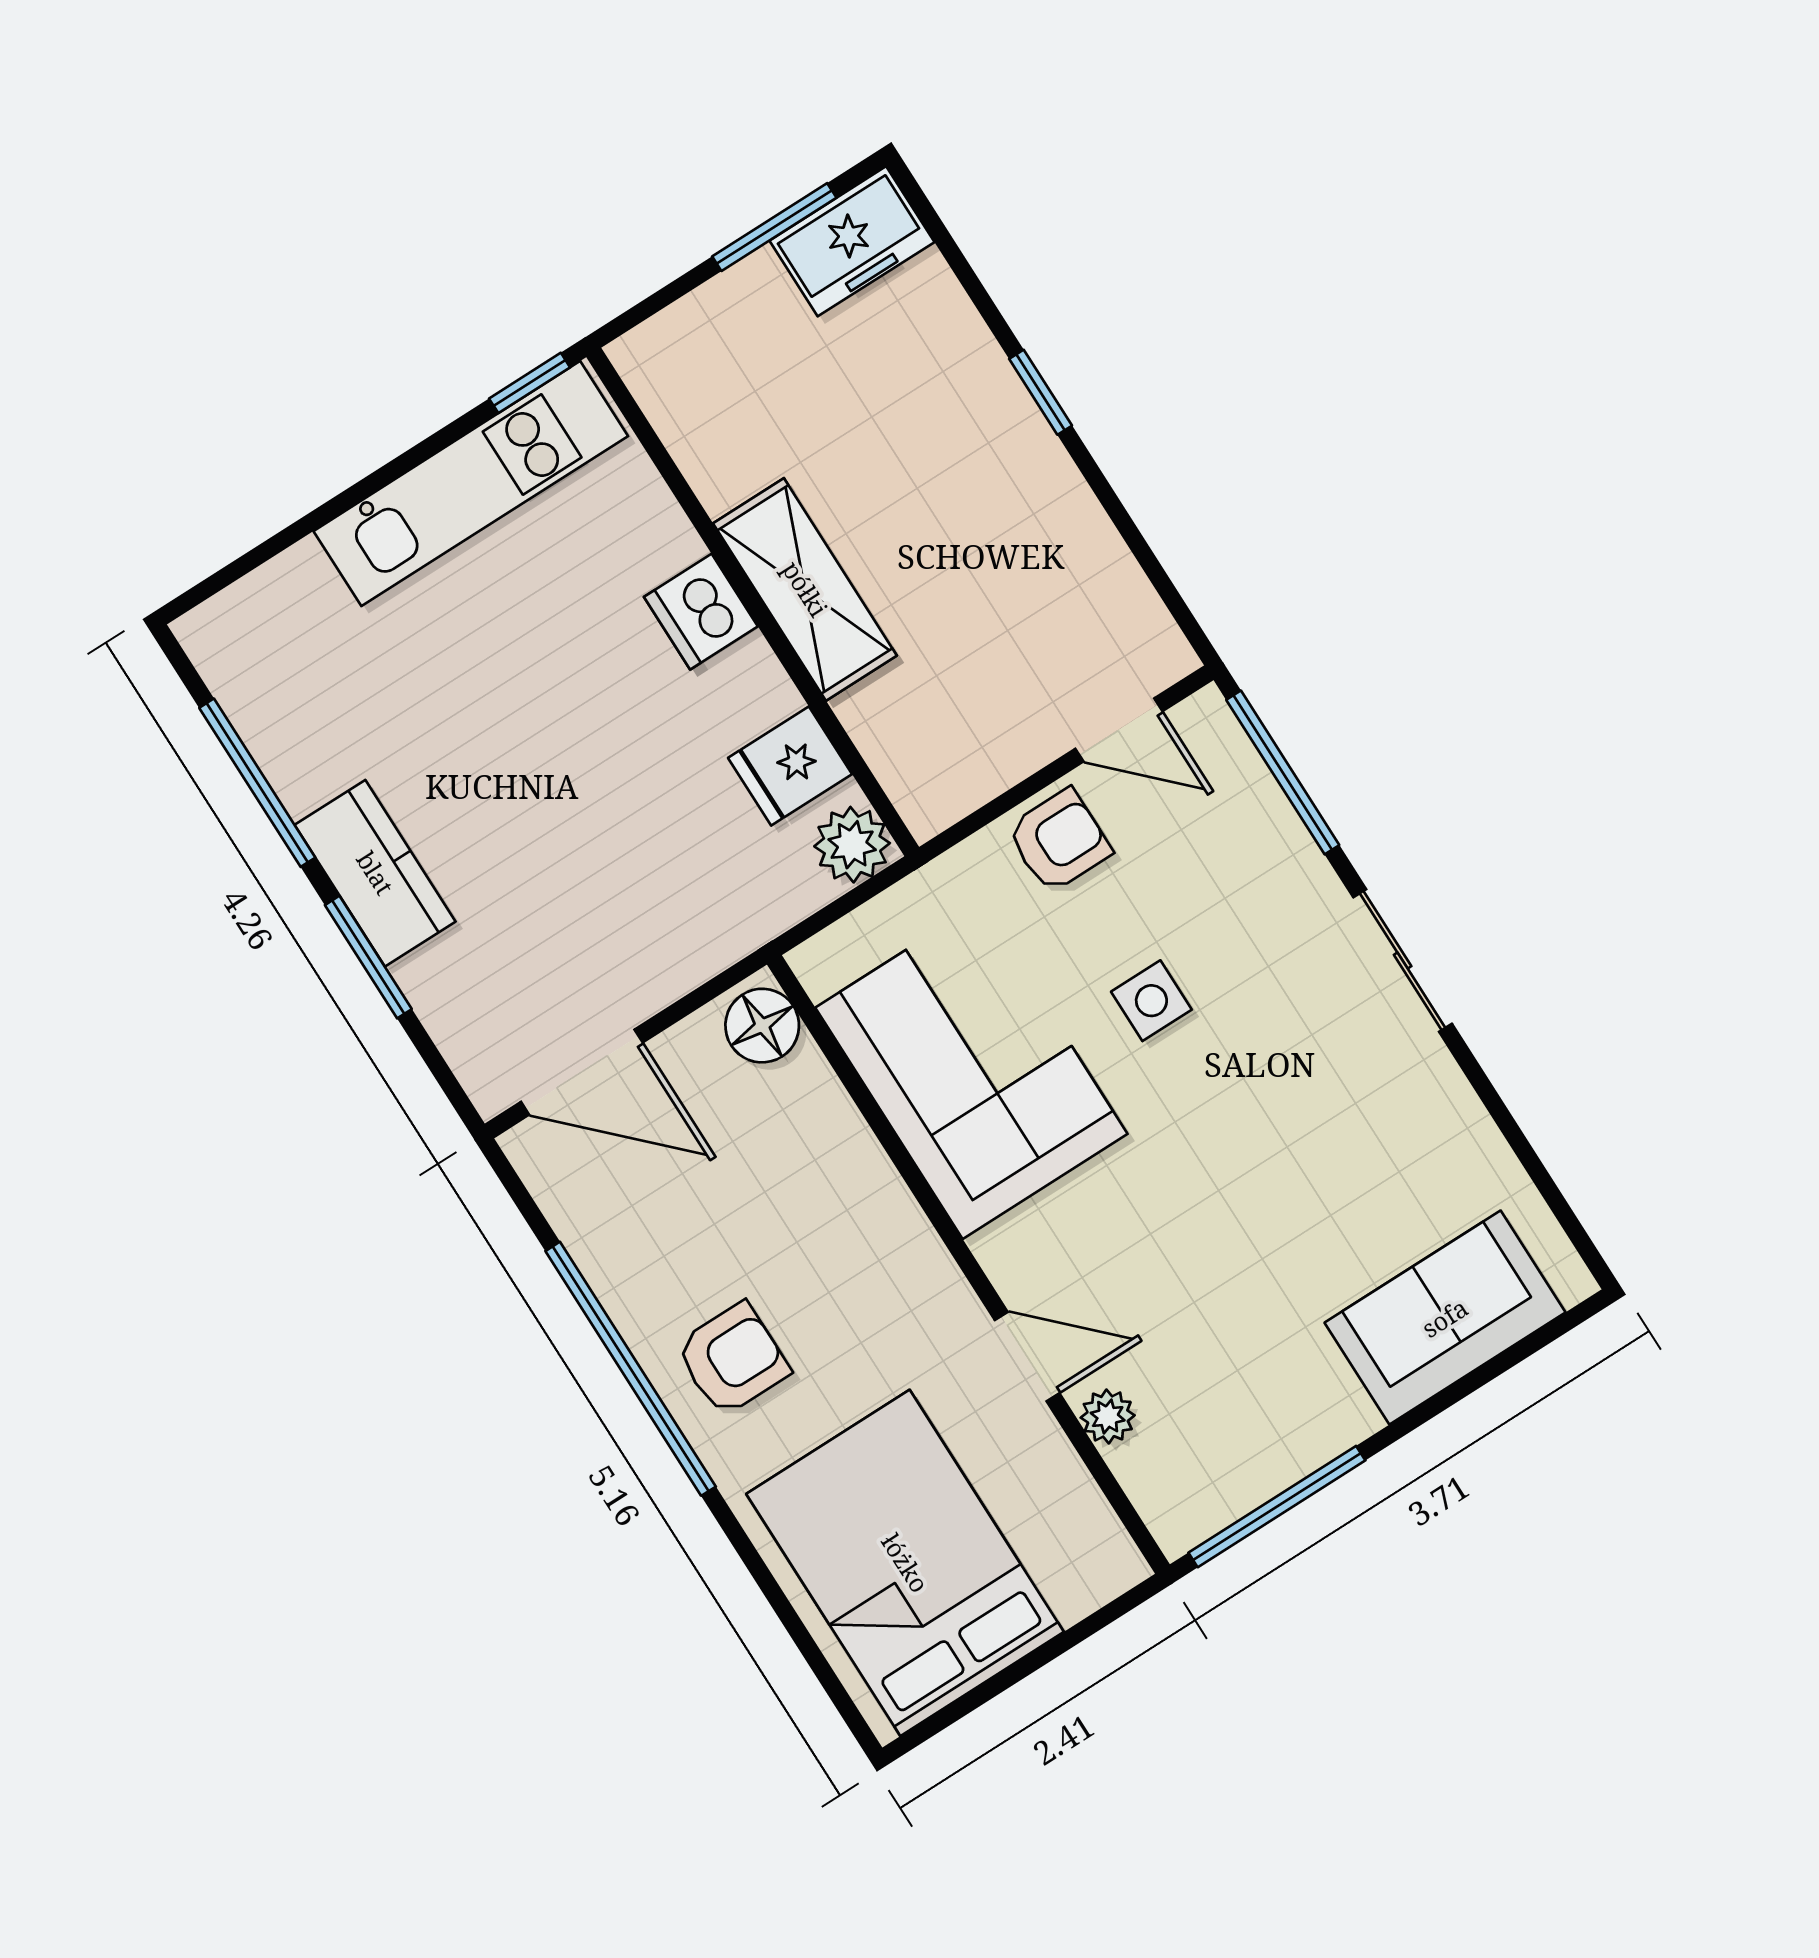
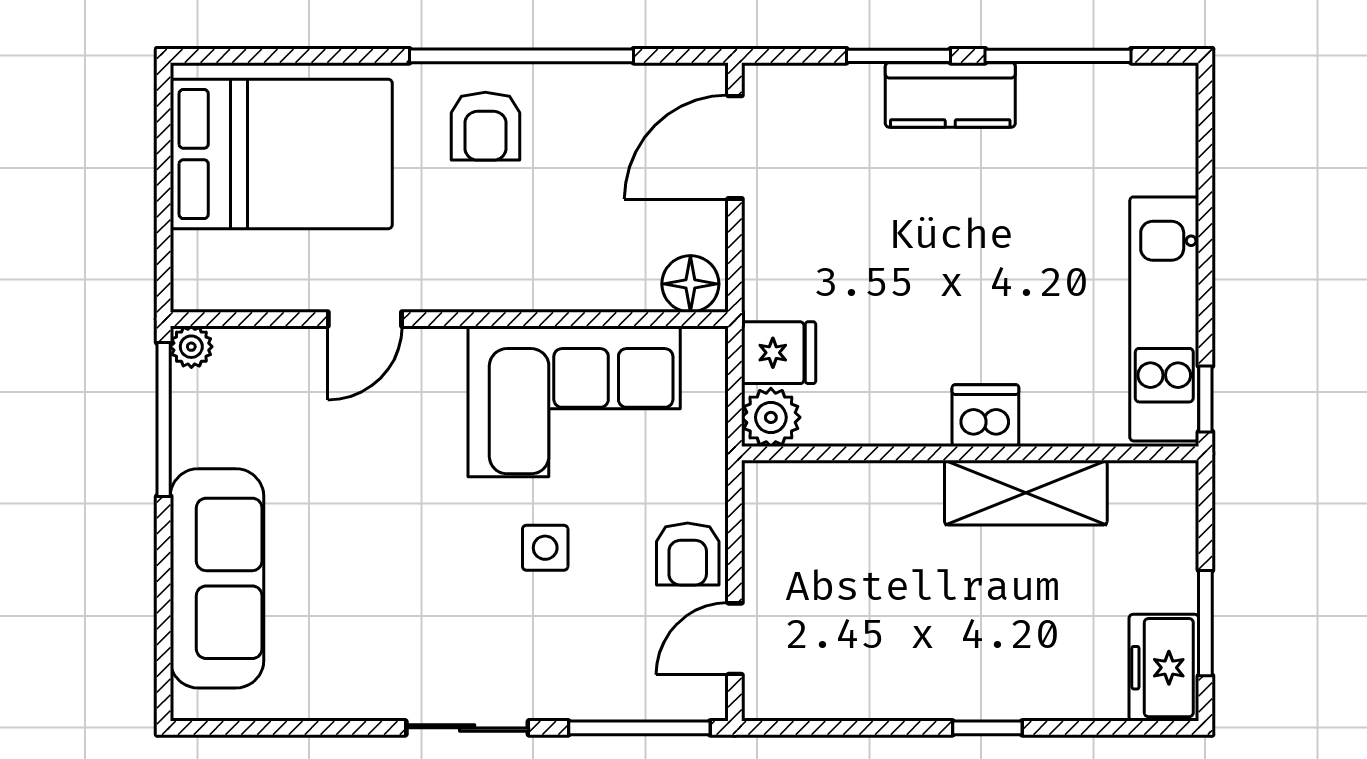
shelving: (805, 589) -> (1026, 493), moved
fridge: (790, 766) -> (779, 353), moved, turned 90
sofa: (1445, 1318) -> (217, 578), width x1.36
plant: (1108, 1417) -> (191, 347), moved

